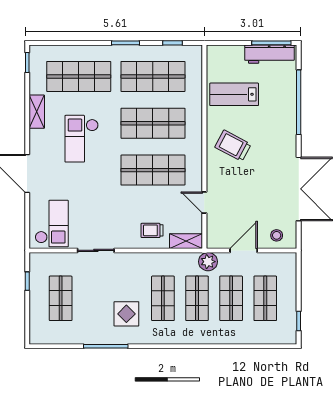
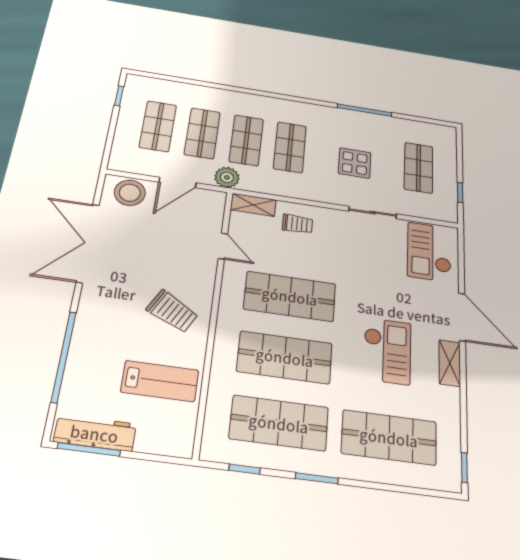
shelving: (37, 112) -> (450, 363), moved
stool: (277, 235) -> (130, 193), width x1.89, depth x1.89
display table: (126, 314) -> (355, 163), moved

